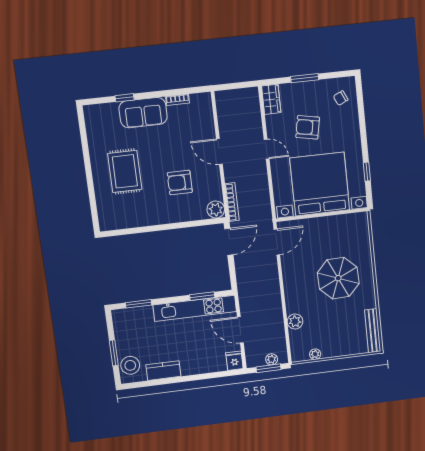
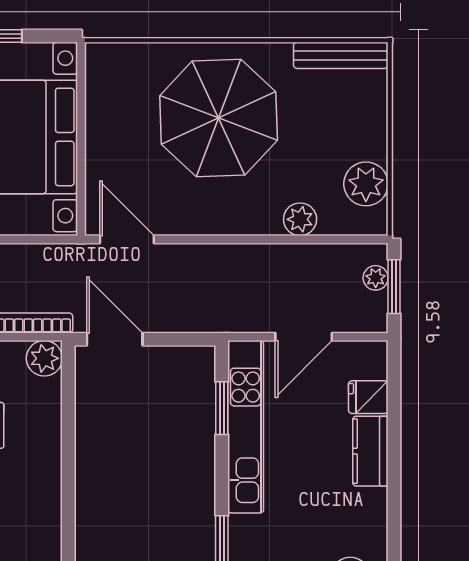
parasol: (338, 278) -> (219, 118), width x1.36, depth x1.36
plant: (315, 354) -> (366, 184), width x1.87, depth x1.87
fridge: (234, 361) -> (368, 397), moved
kitchen counter: (163, 371) -> (370, 451), moved

